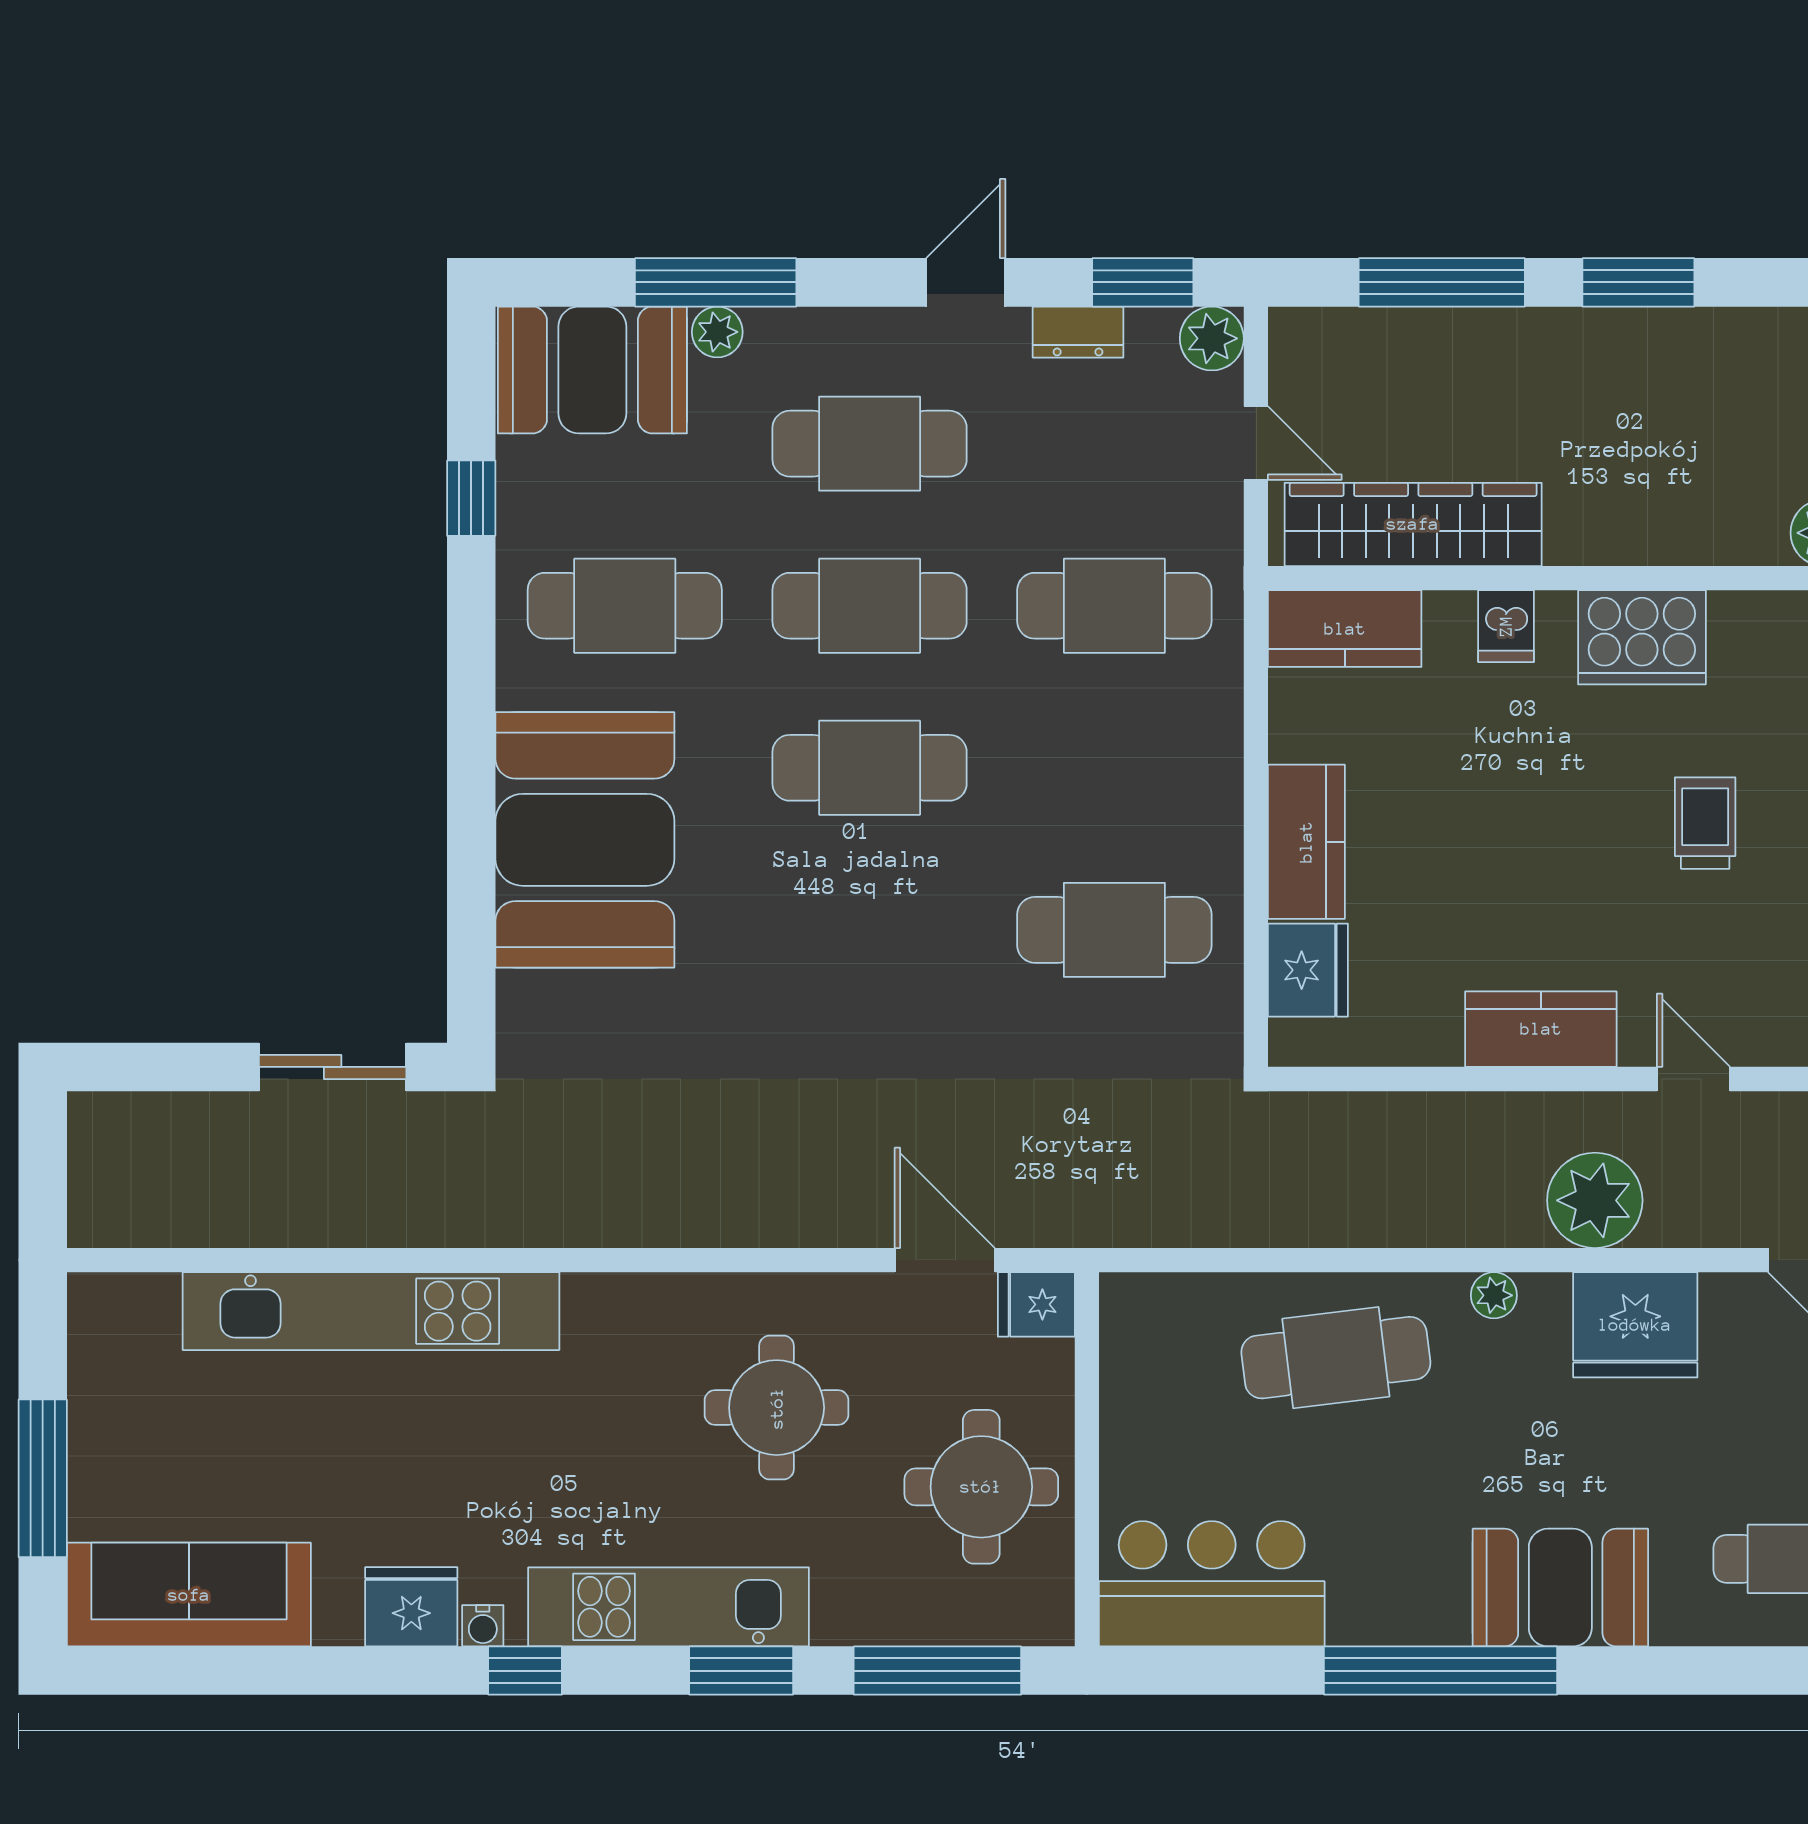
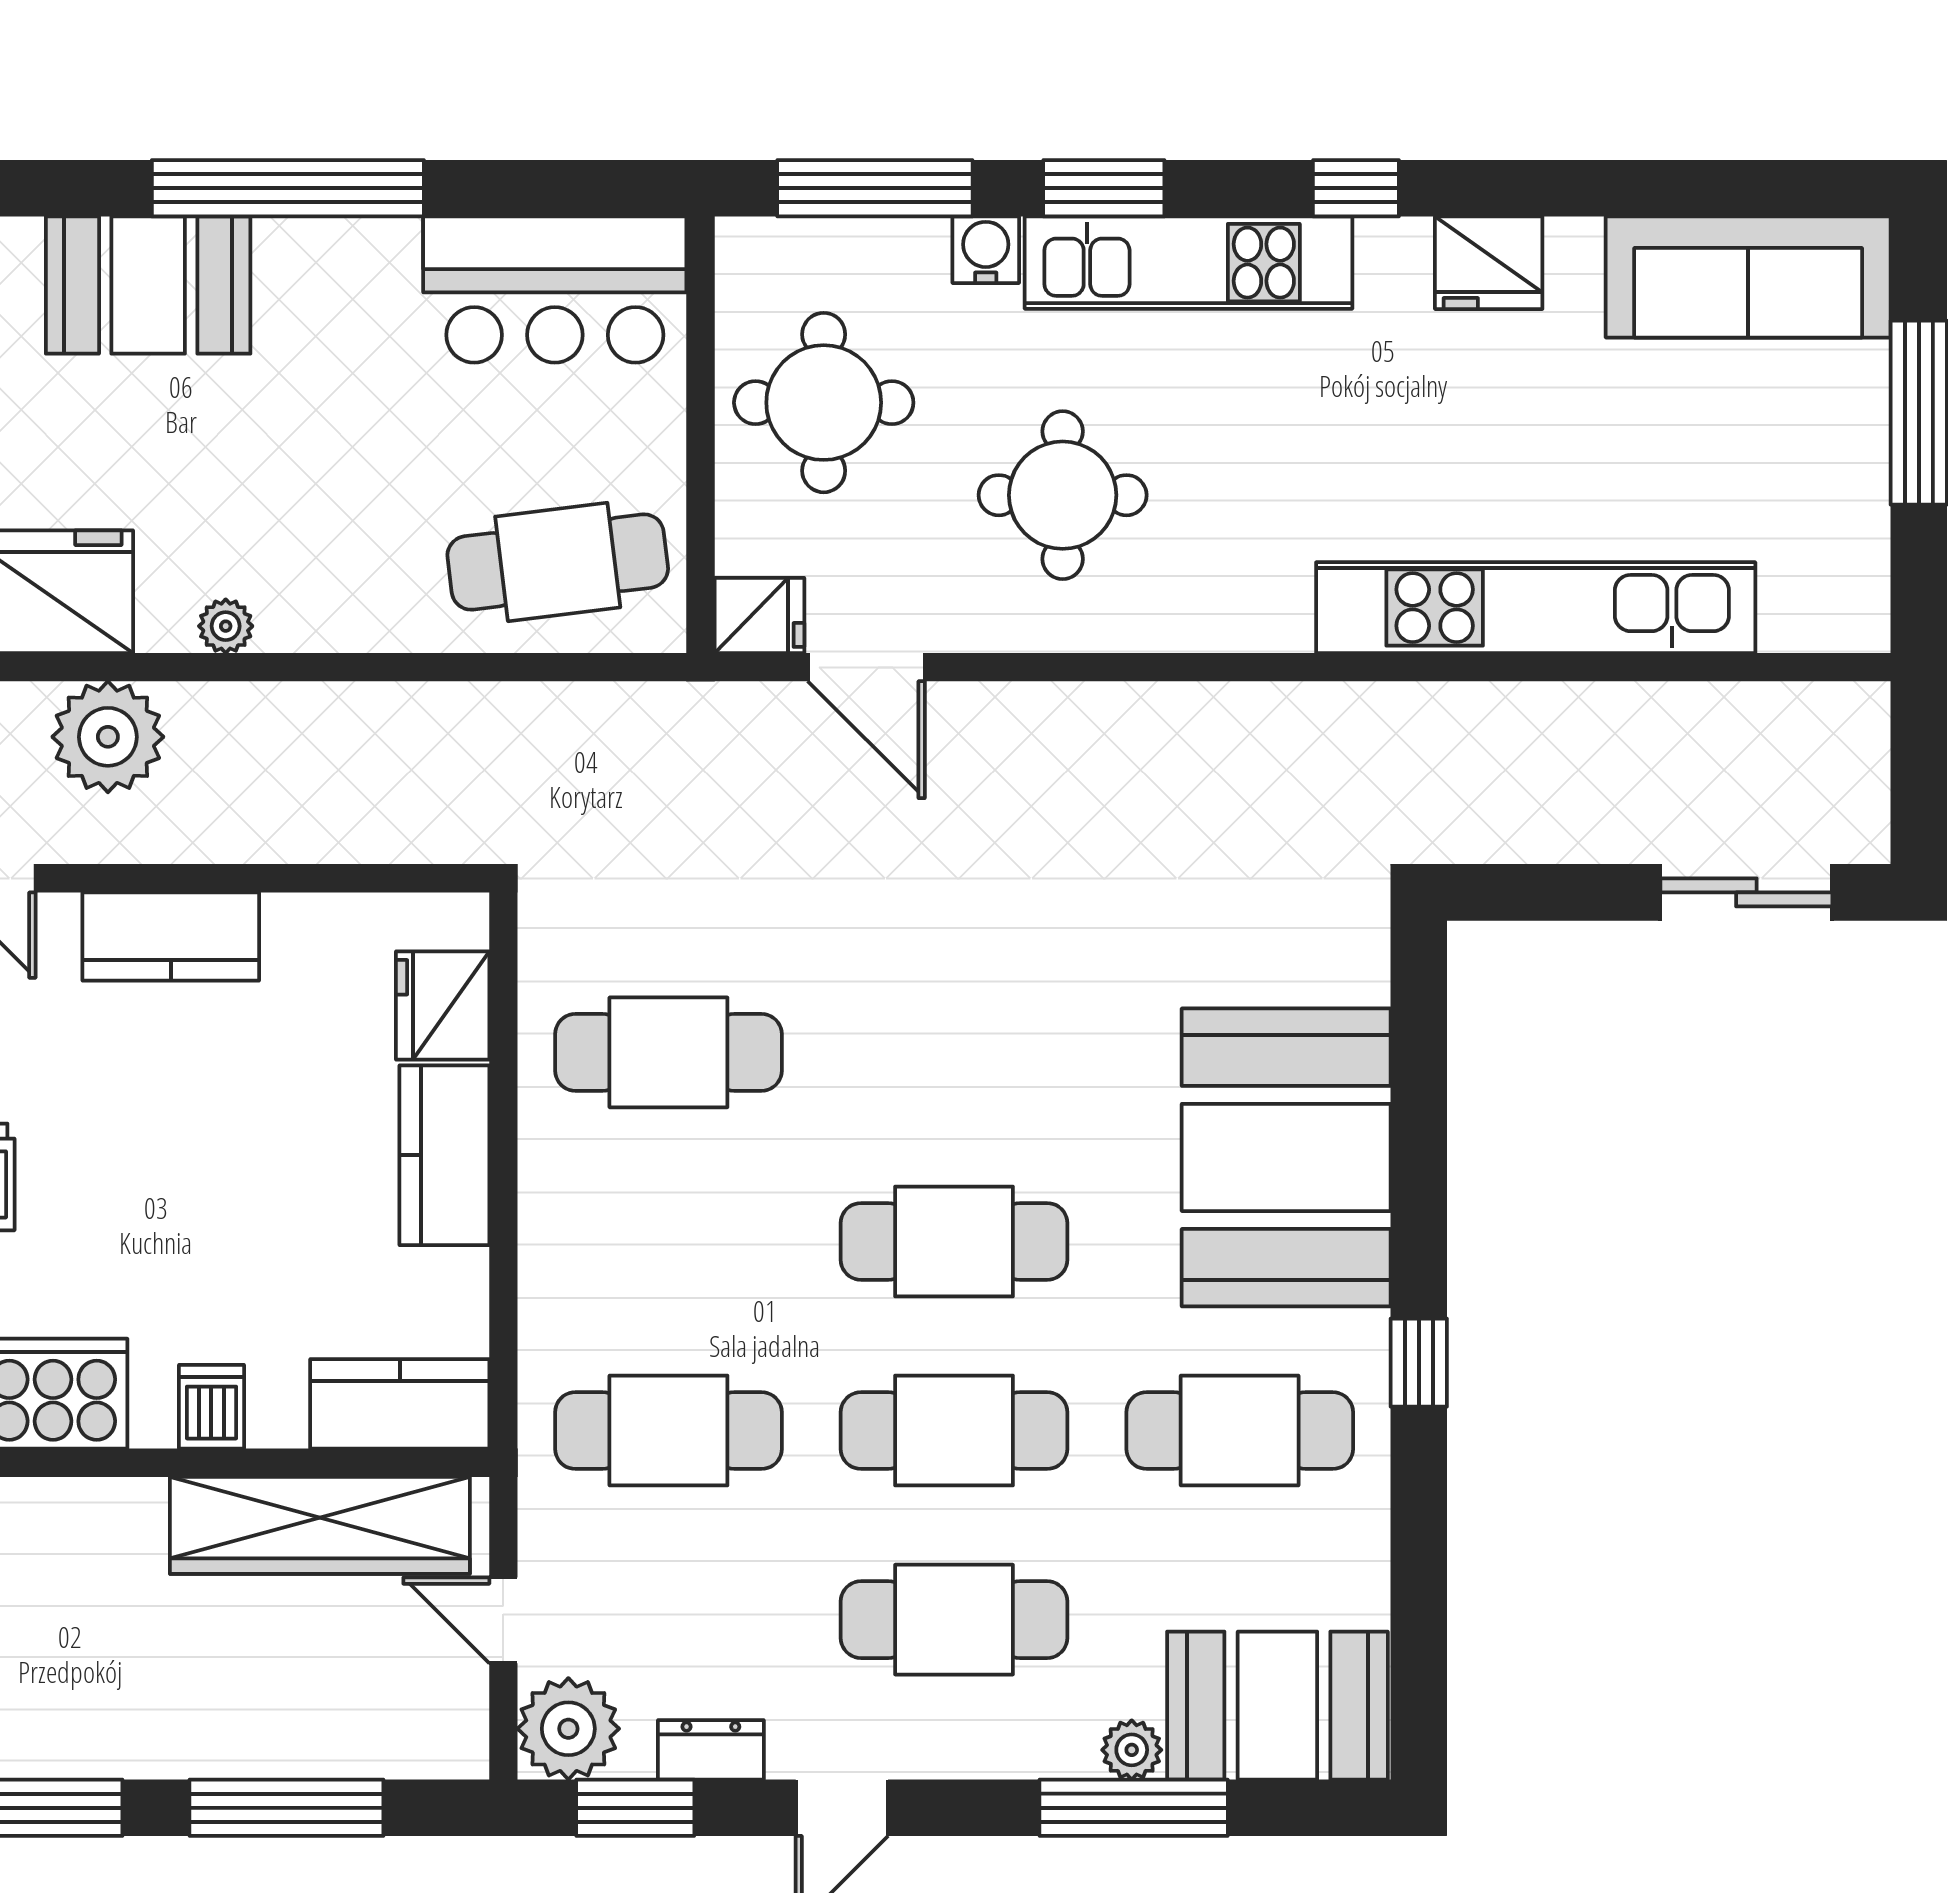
plant: (1212, 338) -> (568, 1729), width x1.36, depth x1.36
window: (471, 498) -> (1419, 1363), moved
sliding door: (333, 1067) -> (1746, 892), moved
cafe table: (1336, 1358) -> (558, 562), moved
water cooler: (483, 1626) -> (986, 250), moved, width x1.38, depth x1.38

